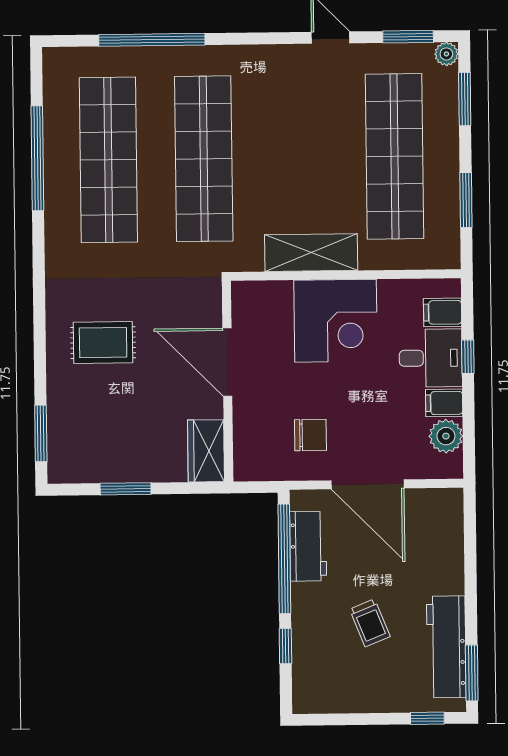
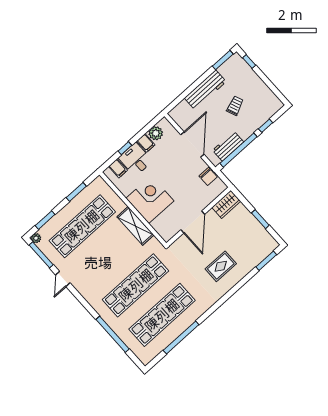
window: (408, 37) -> (41, 255), width x1.44
rug: (103, 343) -> (221, 266), turned 90
chair: (310, 435) -> (208, 176), moved, turned 180
workbench: (446, 647) -> (205, 90), moved

